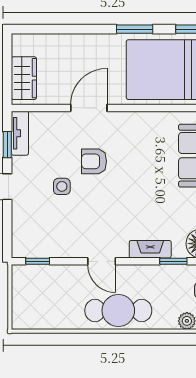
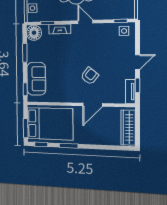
wardrobe: (24, 78) -> (128, 128), width x1.50
armchair: (94, 161) -> (90, 76), turned -51
side table: (62, 186) -> (124, 31), moved

